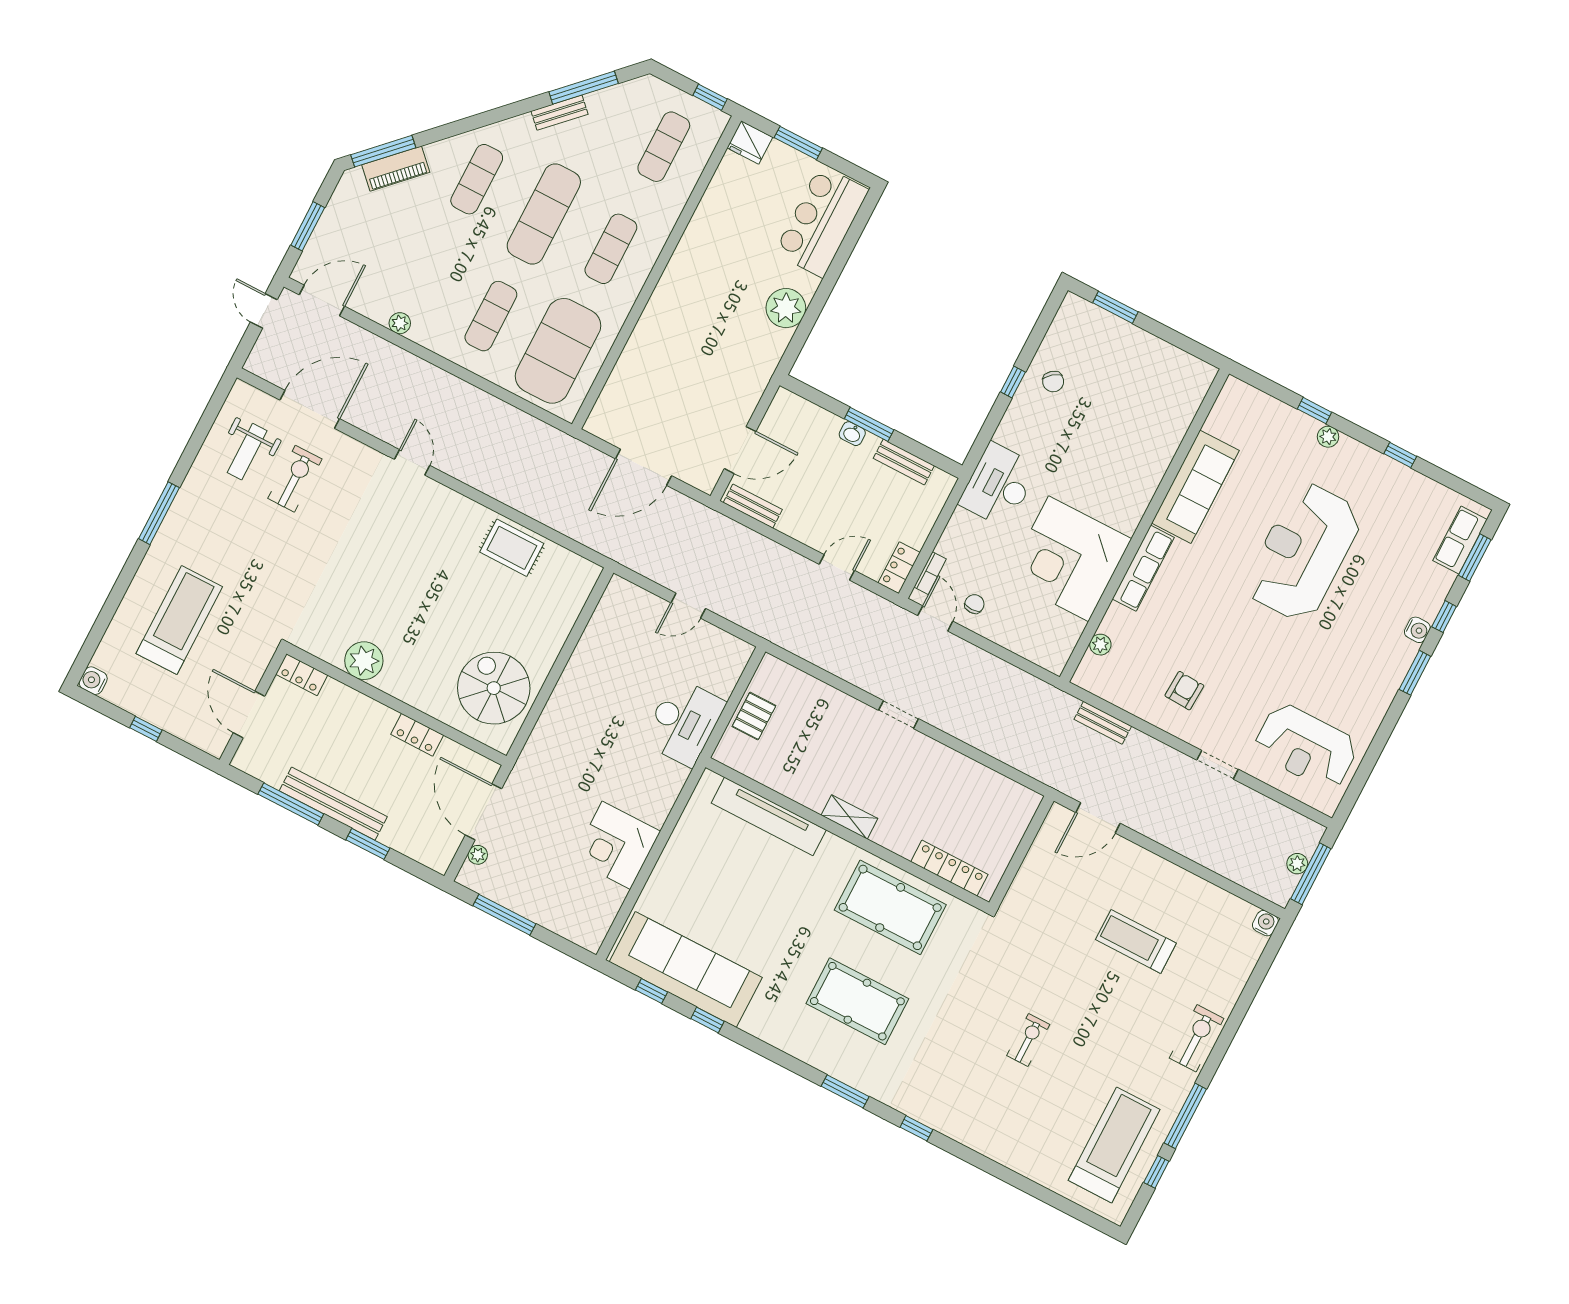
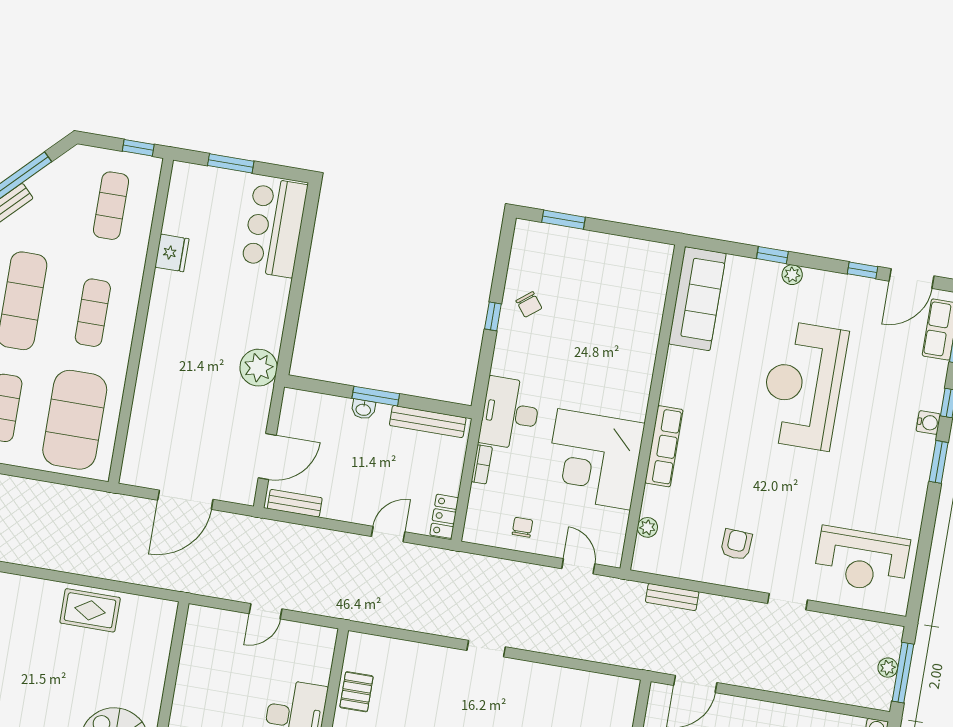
fridge: (750, 142) -> (172, 253), moved, turned -90
plant: (786, 308) -> (259, 368), moved
bench: (904, 462) -> (428, 422), width x1.36
door: (1447, 479) -> (912, 279), added
sofa: (1195, 487) -> (697, 299), moved
bookcase: (930, 573) -> (482, 464), moved
door: (935, 618) -> (578, 566), moved

